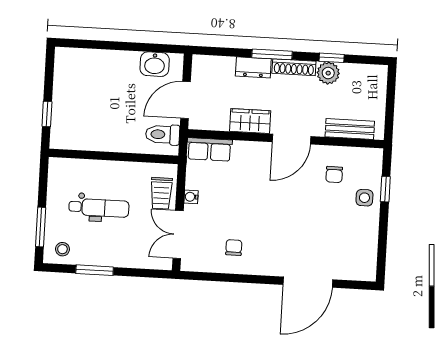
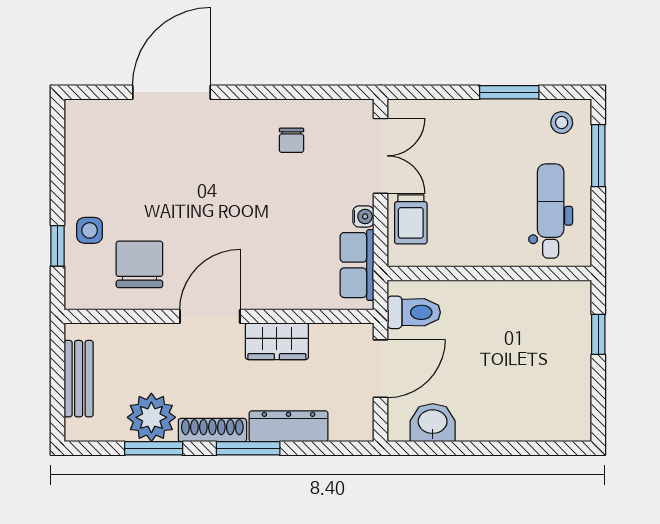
window: (332, 58) -> (154, 448), width x1.50
dresser: (253, 67) -> (289, 426), width x1.44
plant: (328, 73) -> (151, 417), width x1.36, depth x1.36
bench: (350, 129) -> (79, 379), moved, turned 90
row of seats: (209, 149) -> (357, 265), moved, turned -90
chair: (334, 174) -> (139, 264), width x1.87, depth x1.87
trolley: (161, 193) -> (411, 219), turned 180
dental chair: (99, 208) -> (551, 211), moved, turned 90

